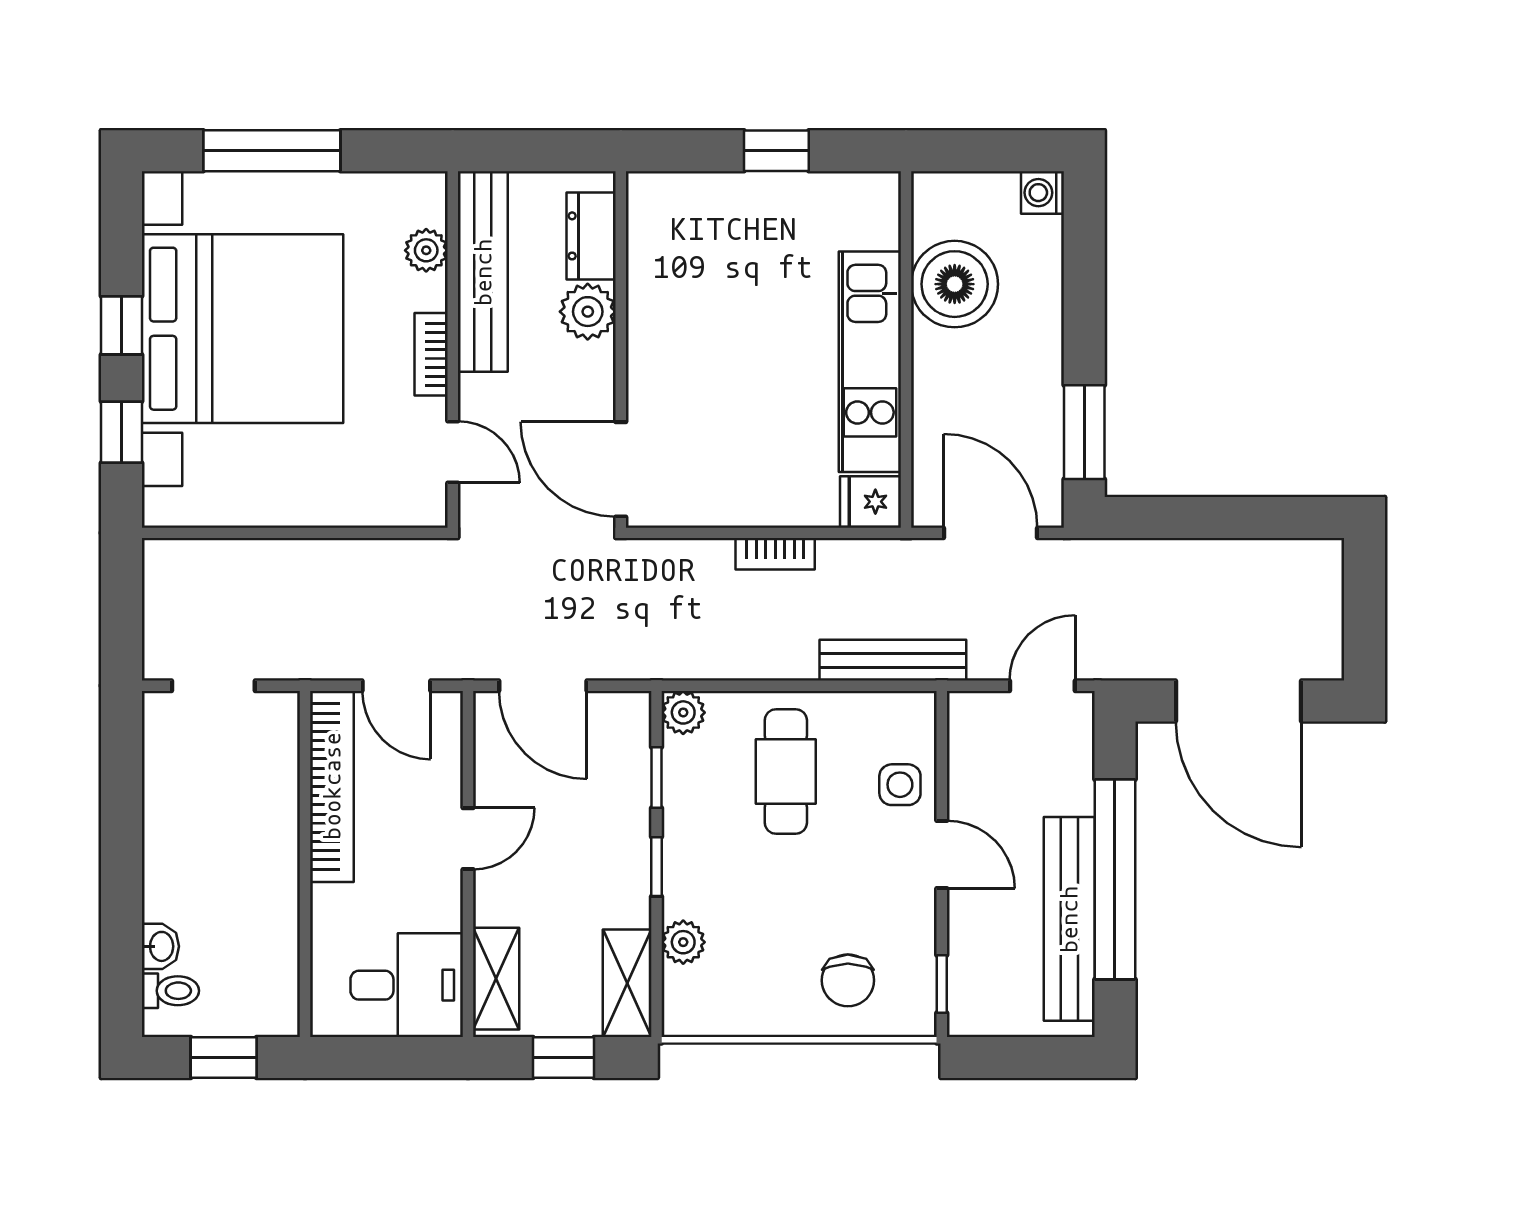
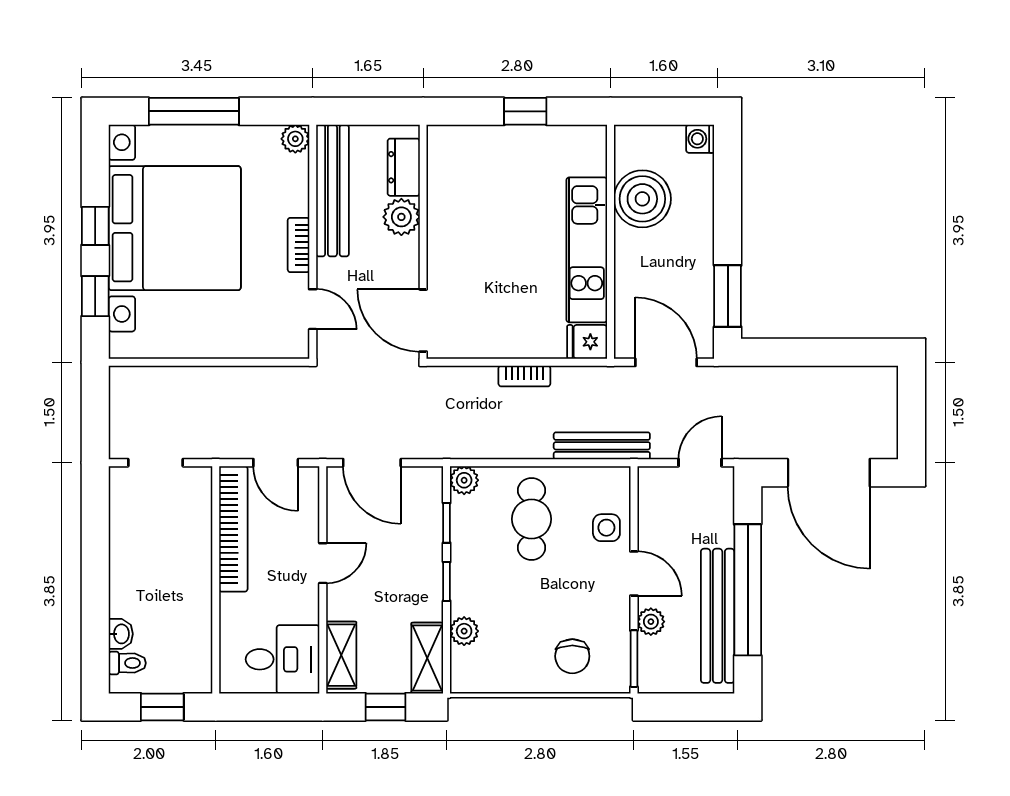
plant: (426, 250) -> (295, 139), moved
plant: (968, 928) -> (651, 622), added
window: (942, 984) -> (634, 659), width x1.50

